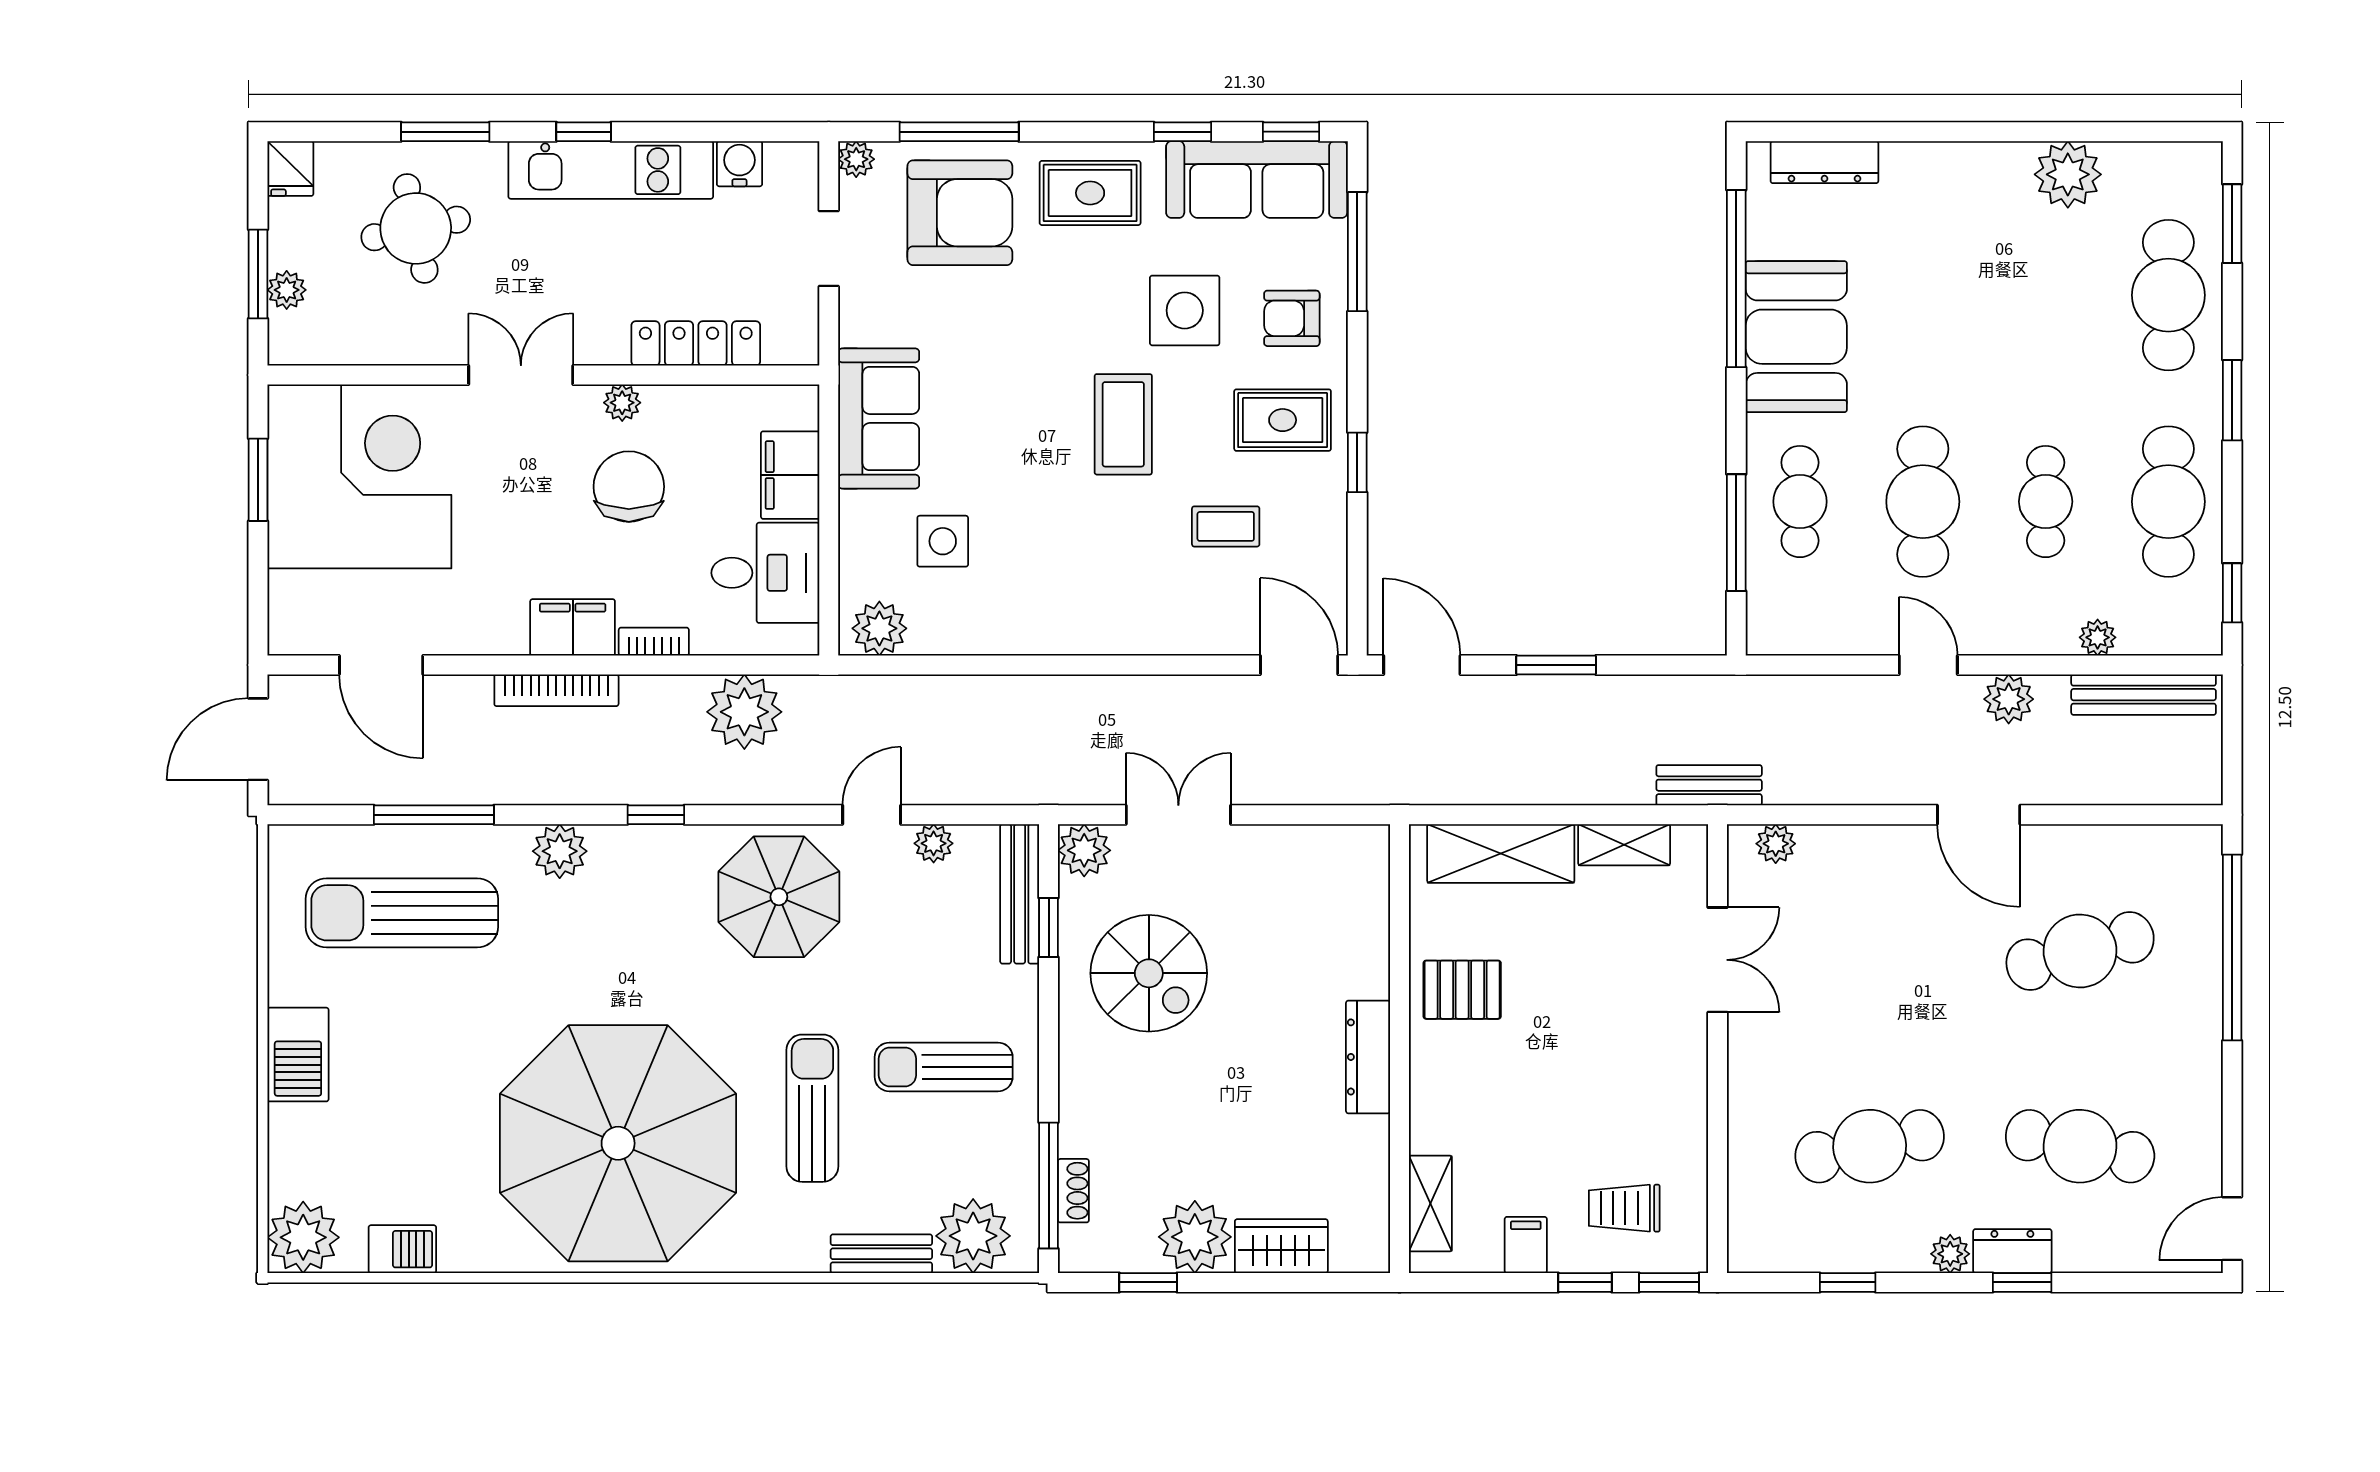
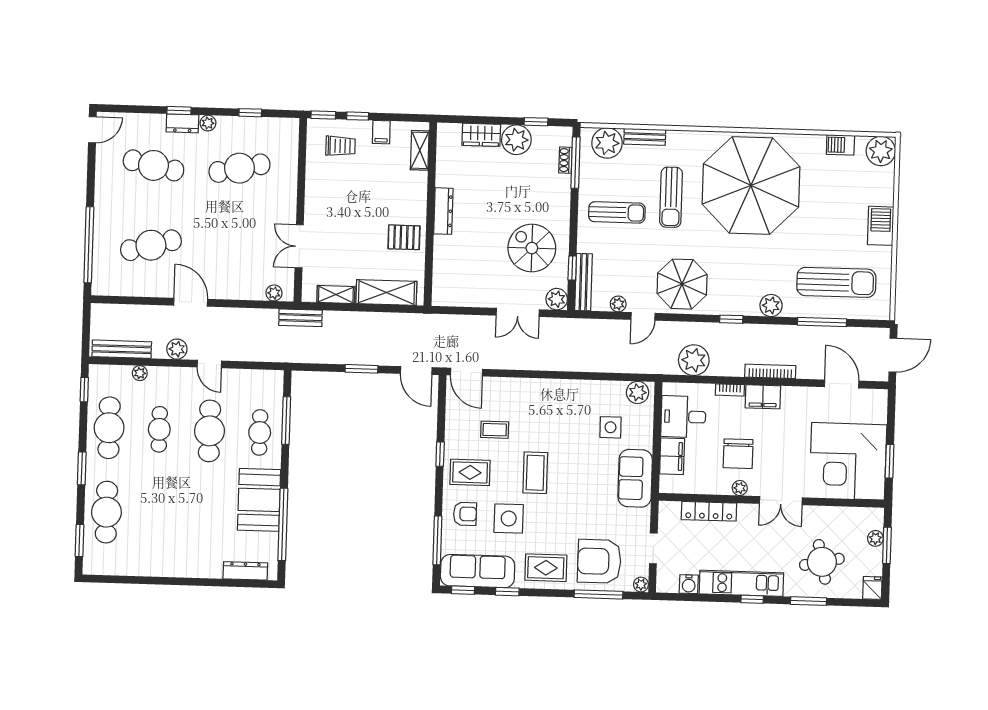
plant: (2068, 174) -> (146, 563), removed

